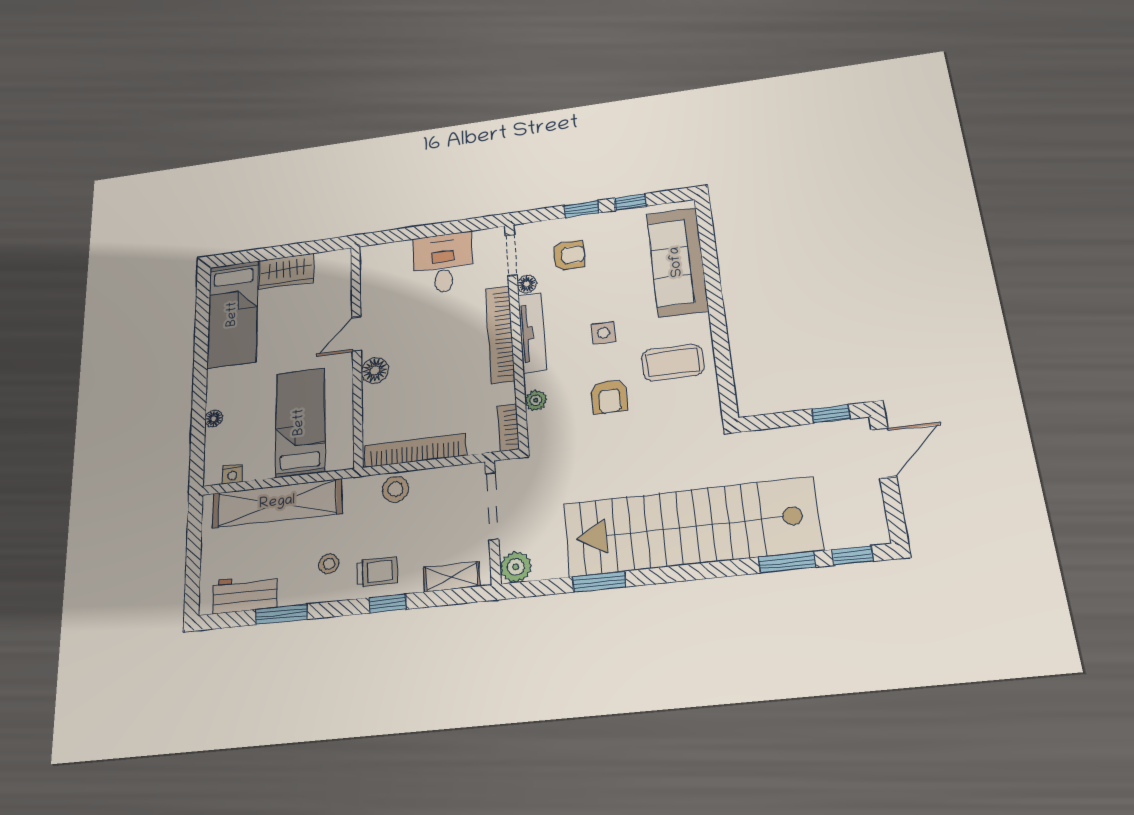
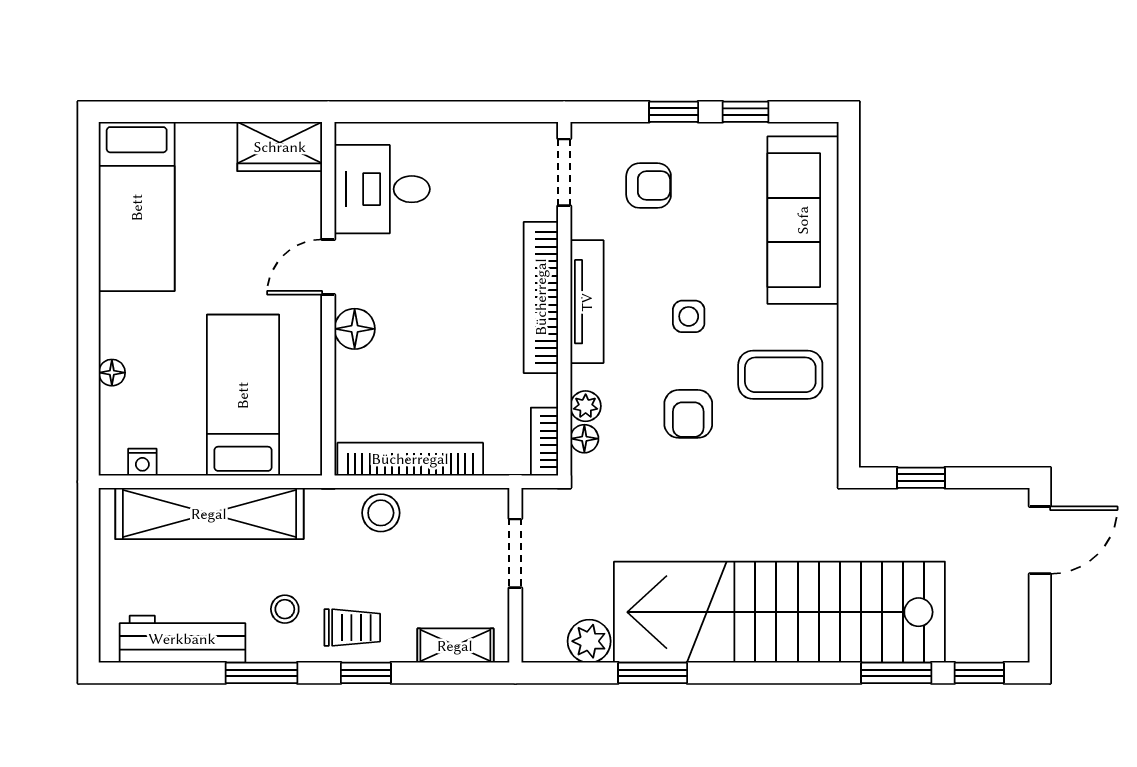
desk: (443, 263) -> (382, 189), moved, turned -90
wardrobe: (287, 271) -> (280, 147), moved
floor lamp: (527, 284) -> (584, 439), moved
window: (831, 414) -> (921, 478), moved
doorway: (492, 506) -> (515, 553), width x0.73
plant: (516, 567) -> (589, 641), moved
workbench: (245, 594) -> (182, 639), width x1.38
window: (281, 614) -> (262, 673), moved

